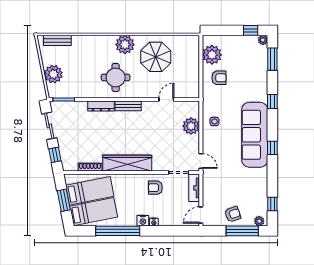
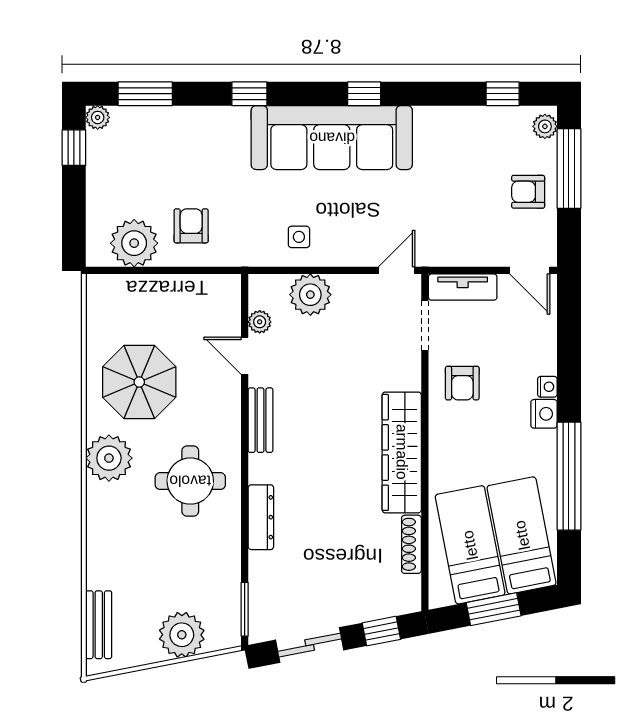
bench: (128, 106) -> (261, 420), moved
plant: (180, 106) -> (260, 322), added
armchair: (233, 214) -> (528, 192), turned -71

